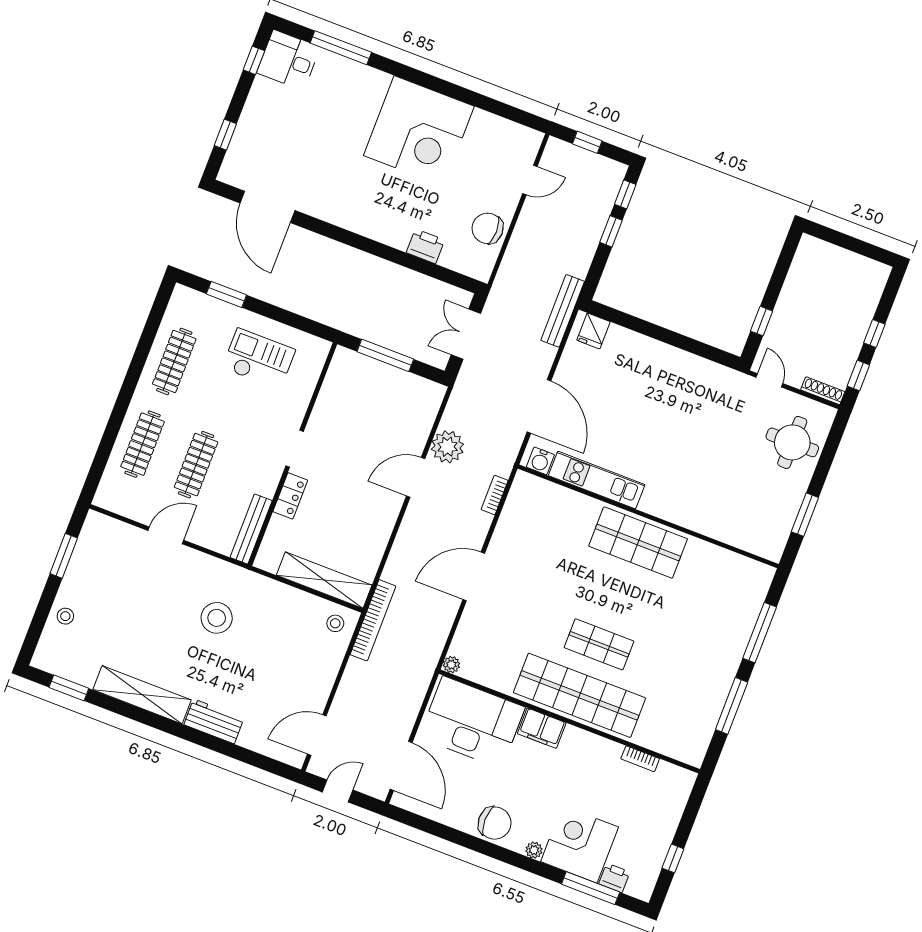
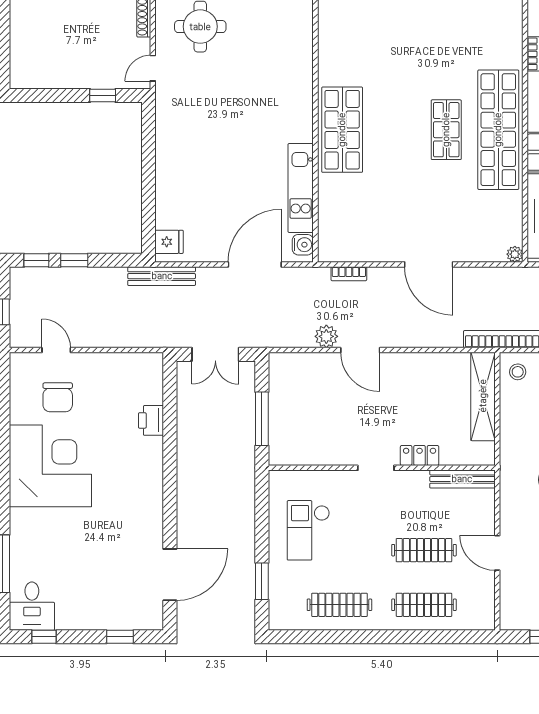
chair: (488, 228) -> (58, 397), moved
plant: (447, 447) -> (326, 336), width x0.73, depth x0.73

